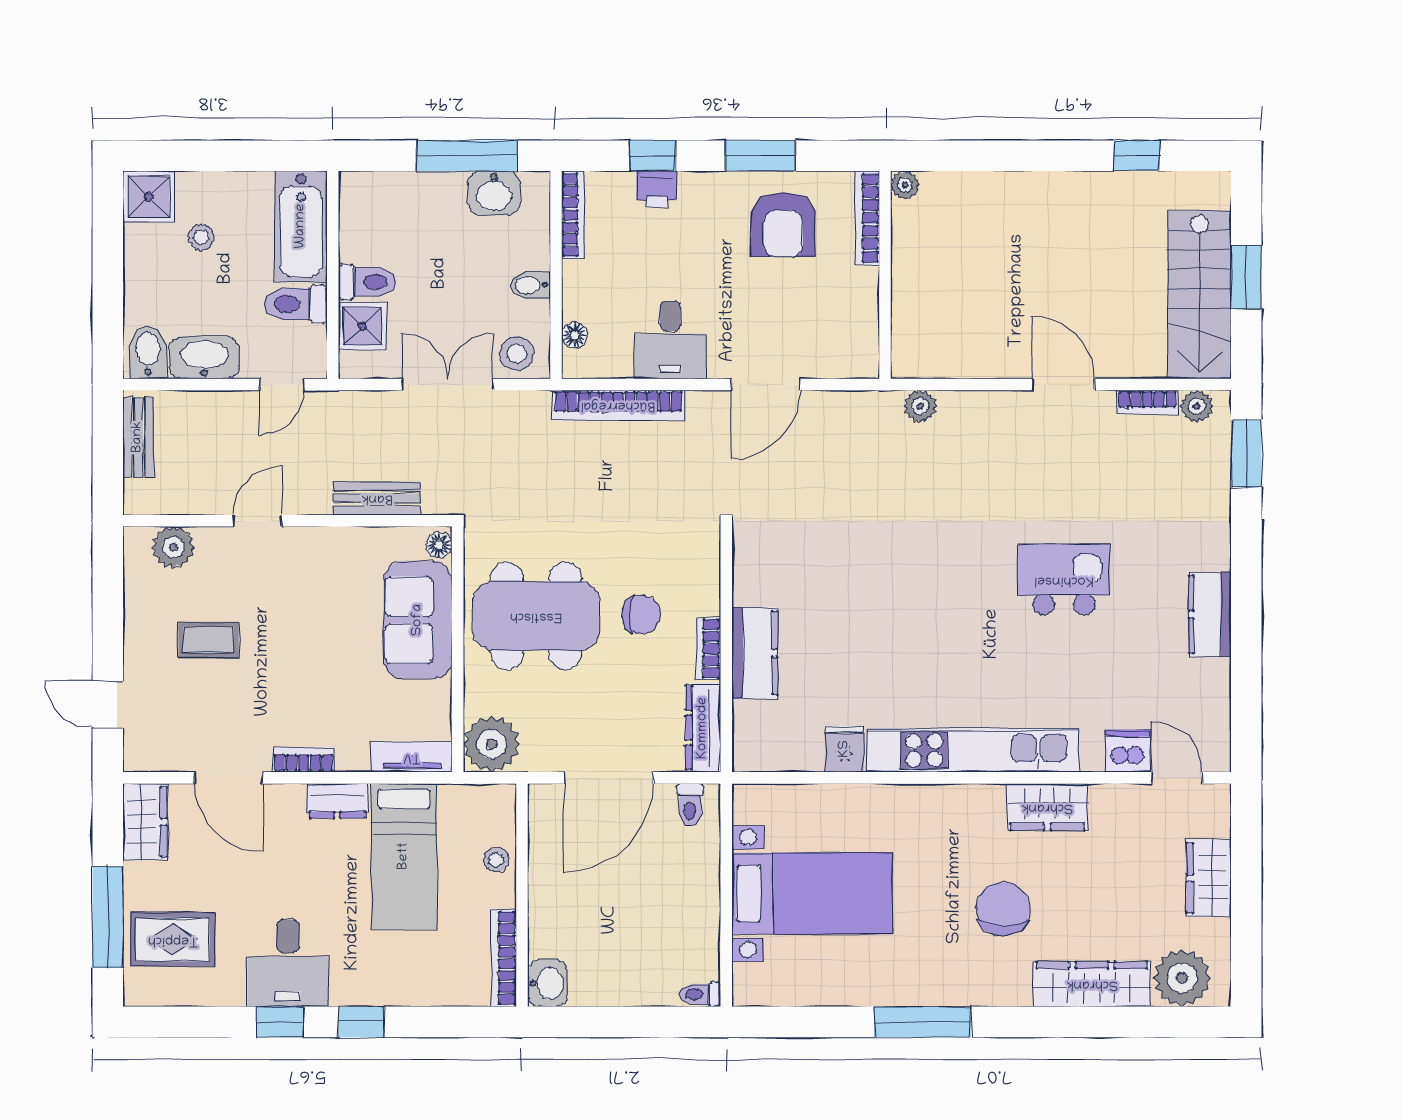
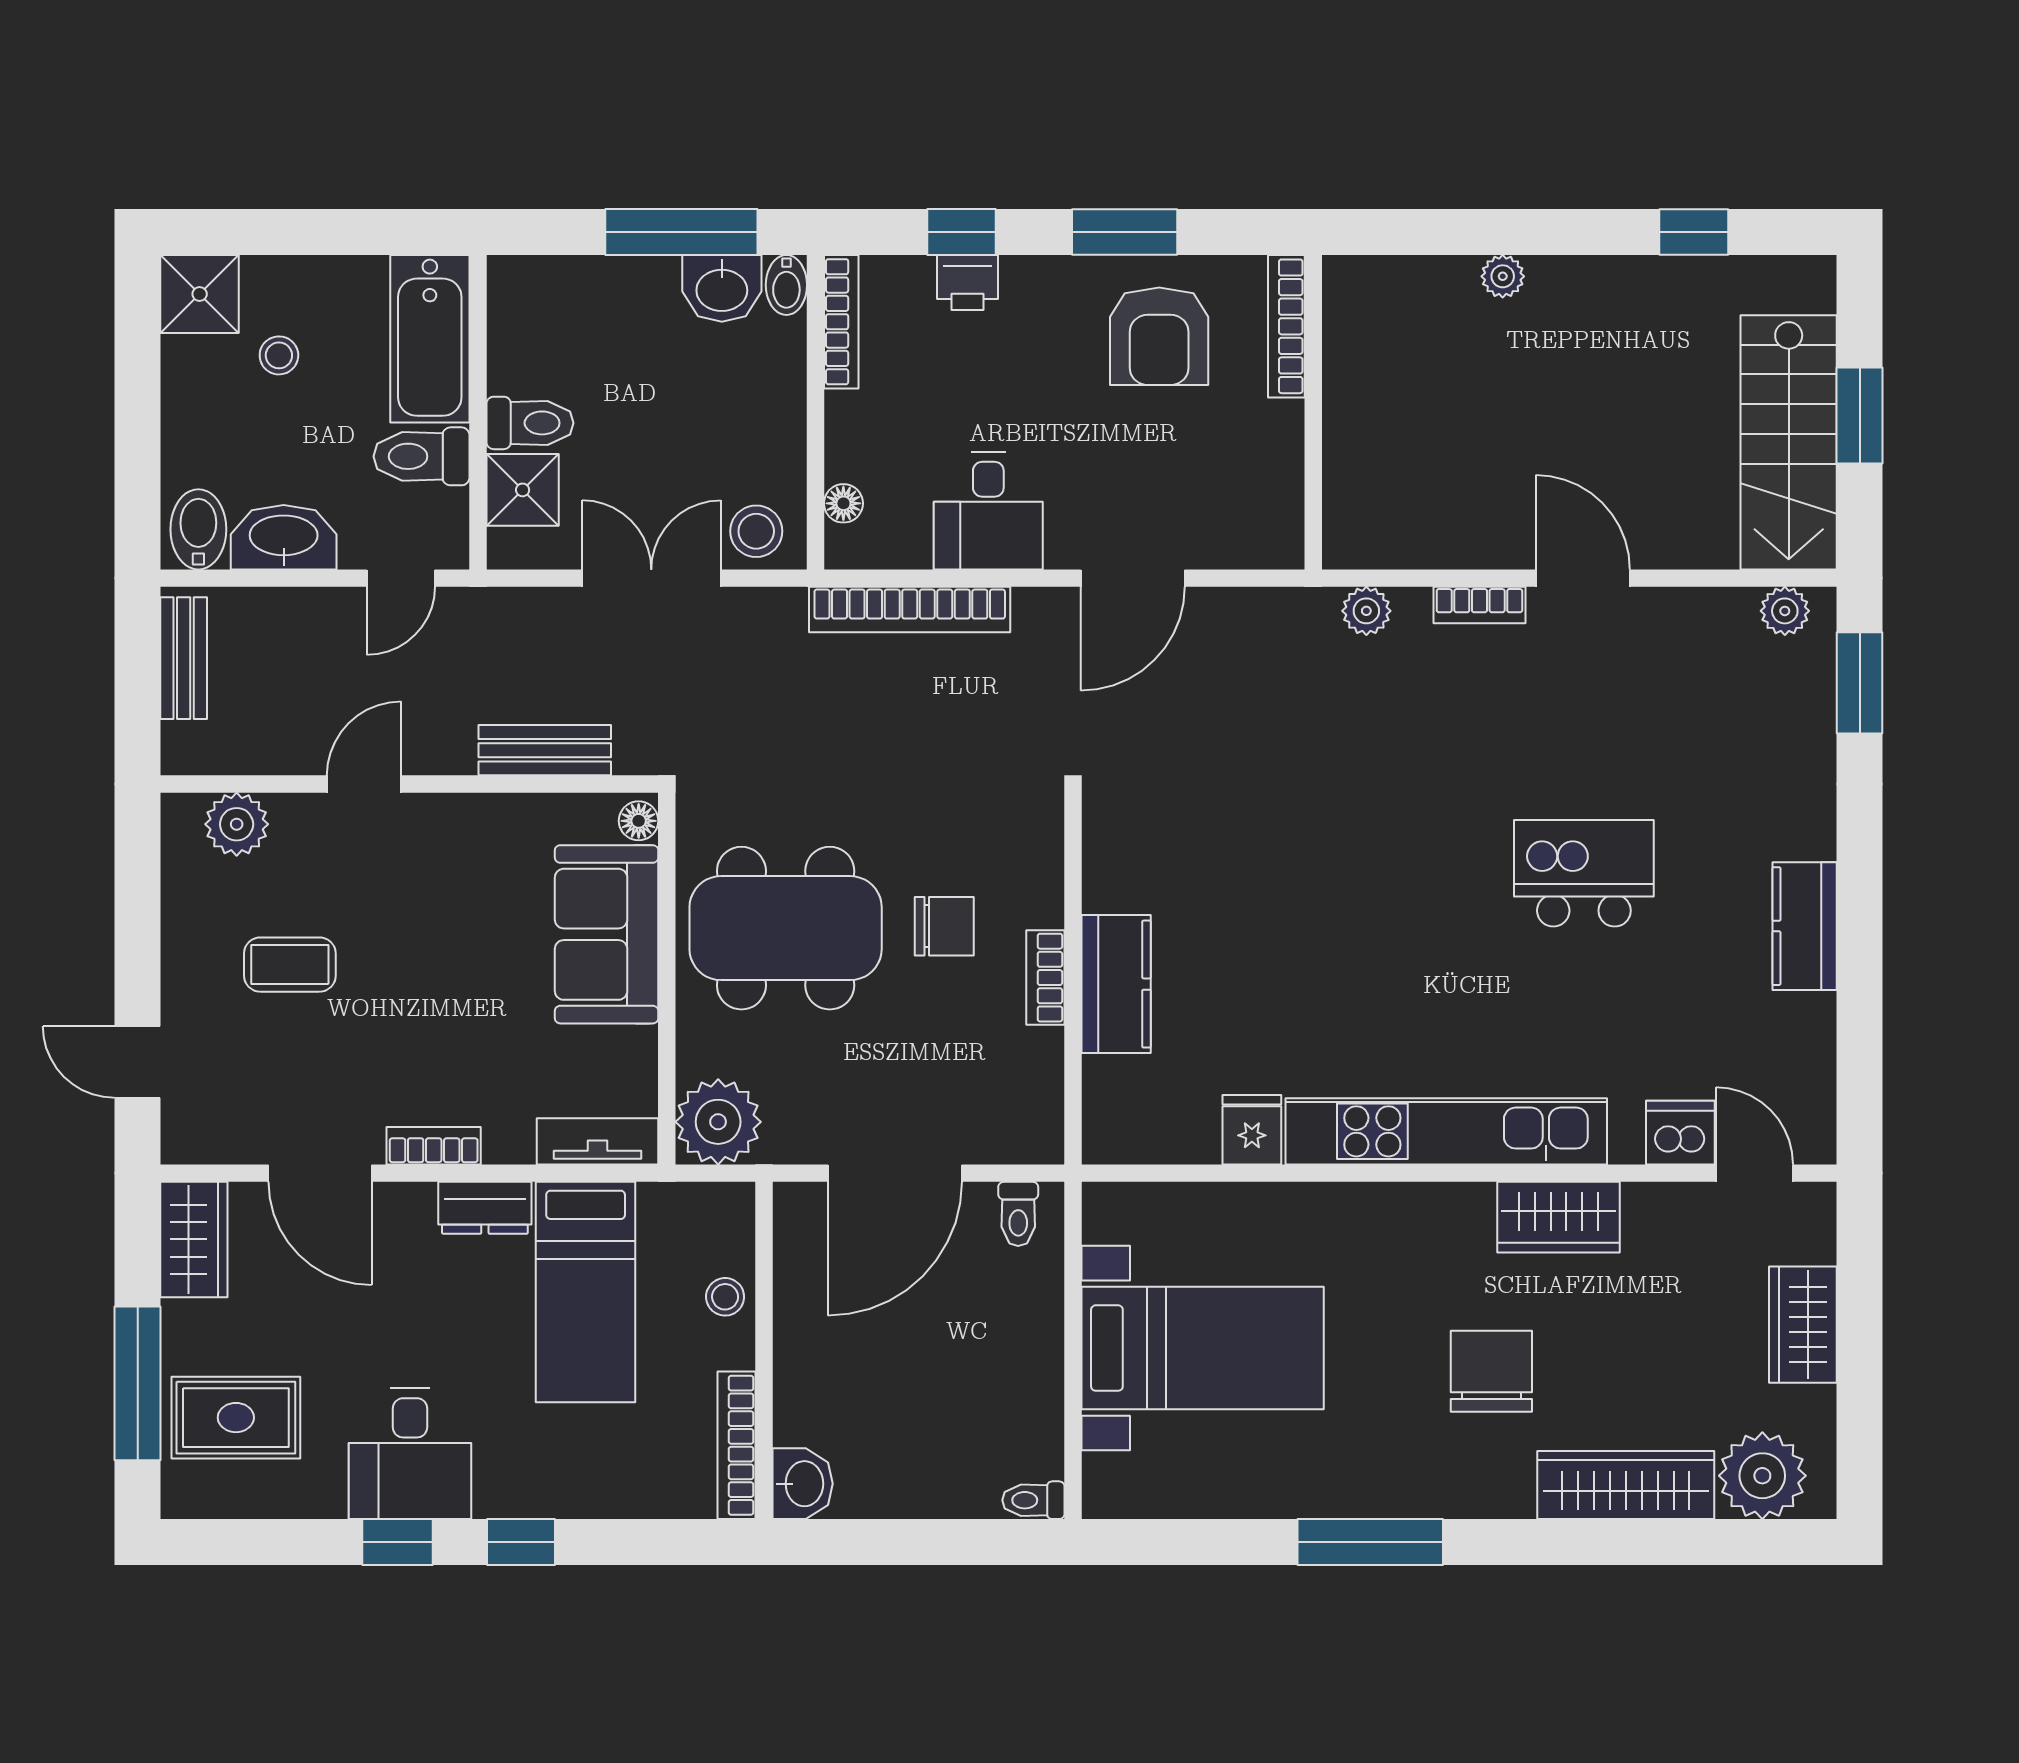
plant: (905, 185) -> (1503, 276), moved
bidet: (530, 285) -> (786, 285), moved, turned -90
bookcase: (1147, 402) -> (1479, 605), moved
dresser: (703, 728) -> (1038, 1097), removed

